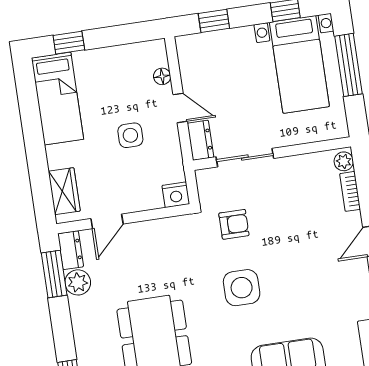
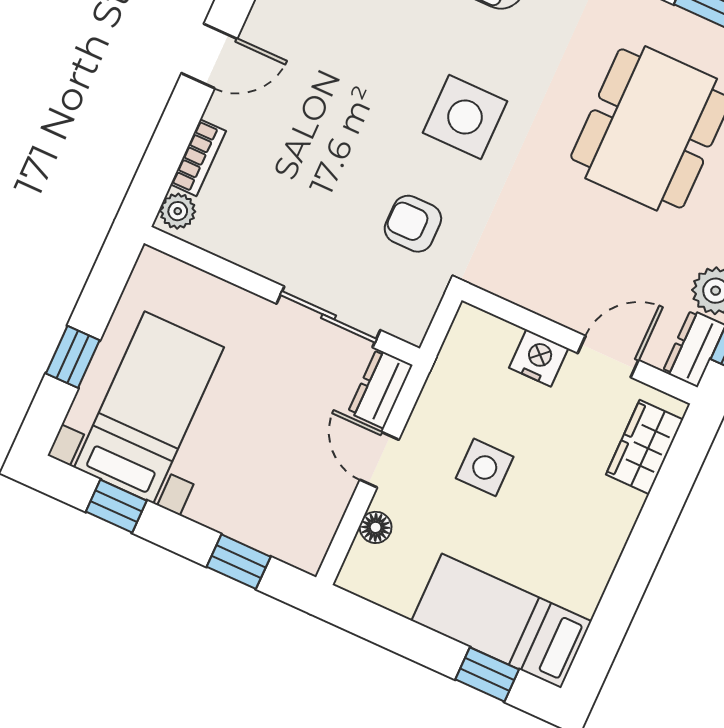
window: (349, 65) -> (73, 357), width x0.46
bed: (58, 99) -> (502, 621), moved, turned -90
nightstand: (176, 195) -> (539, 358), moved

